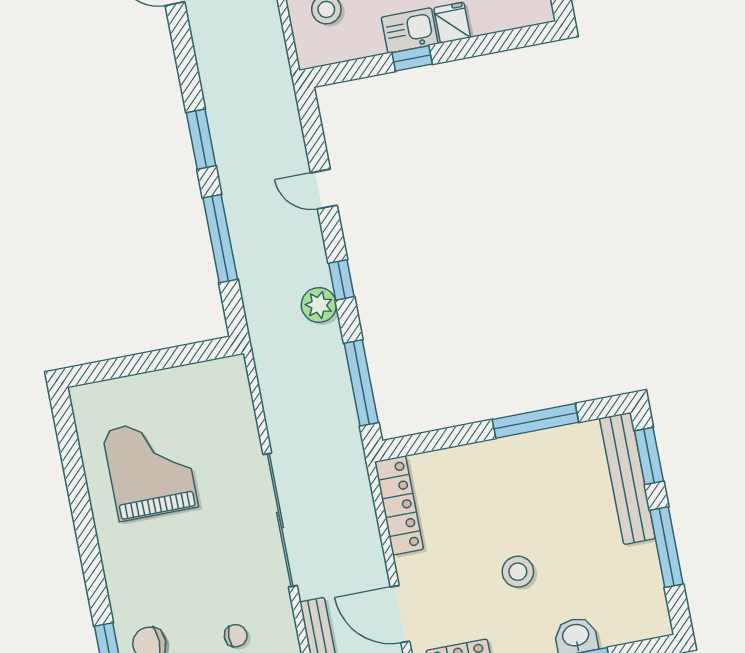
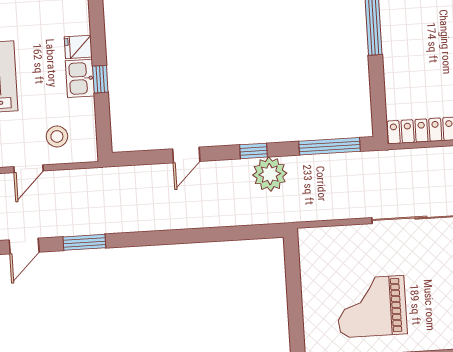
window: (201, 139) -> (84, 242), moved
window: (220, 239) -> (212, 234), removed
plant: (319, 305) -> (270, 174), width x1.36, depth x1.36

